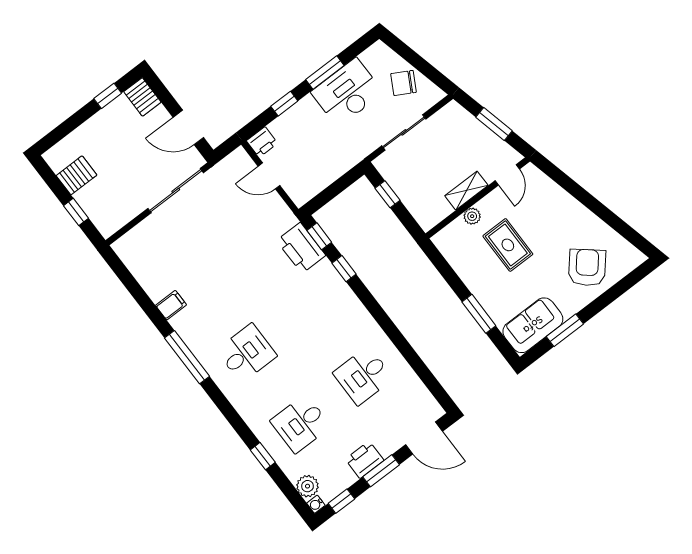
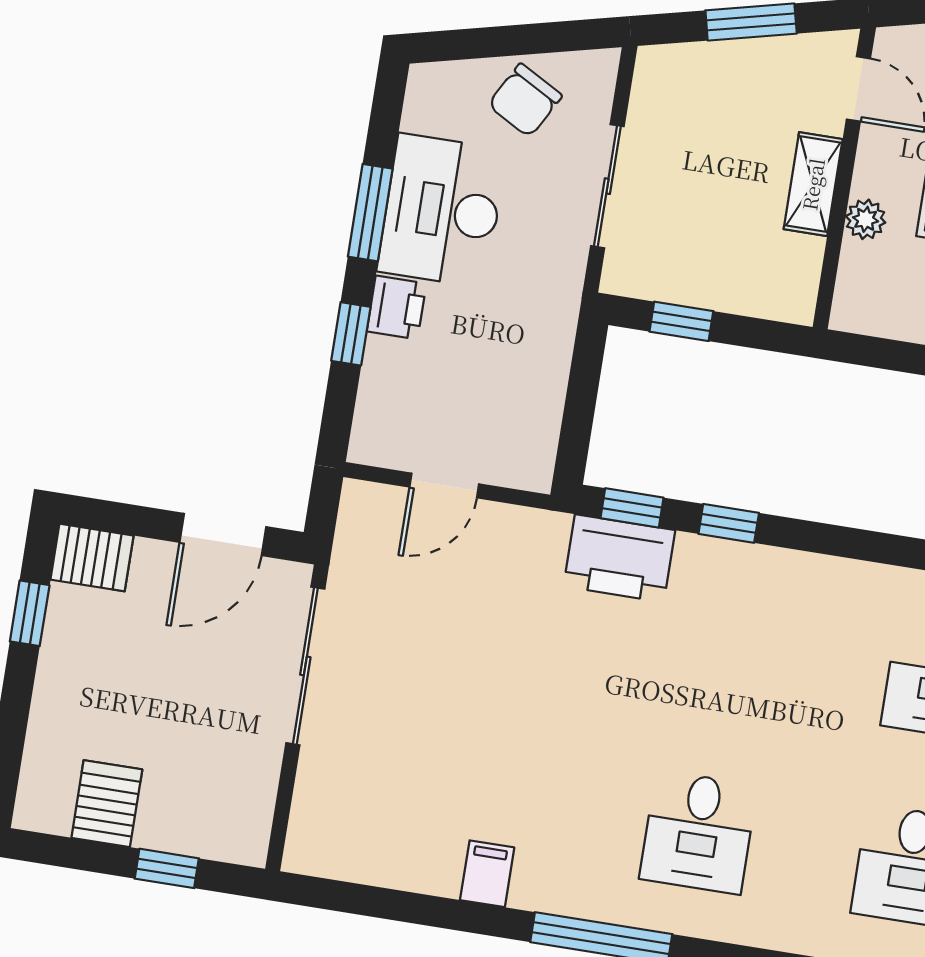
printer: (262, 142) -> (397, 307), moved
desk: (247, 353) -> (698, 832), turned 180

